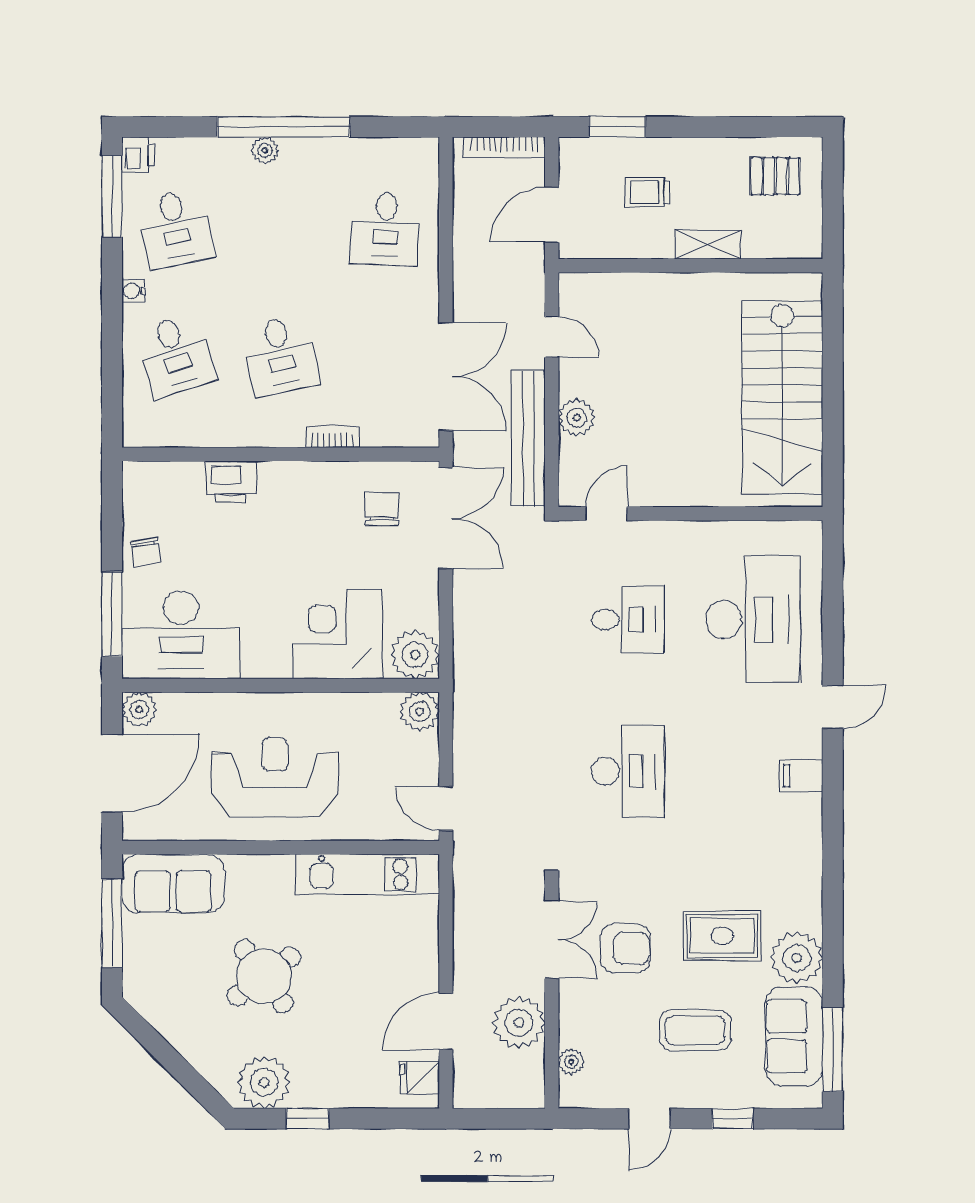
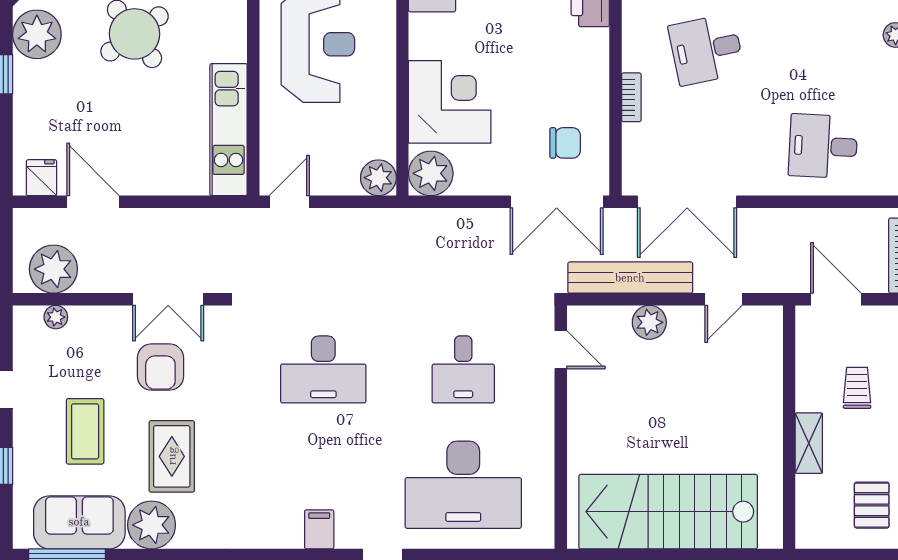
plant: (519, 1023) -> (53, 269), moved

